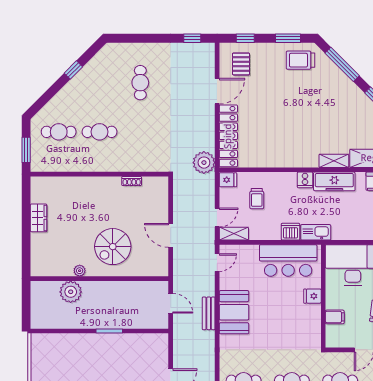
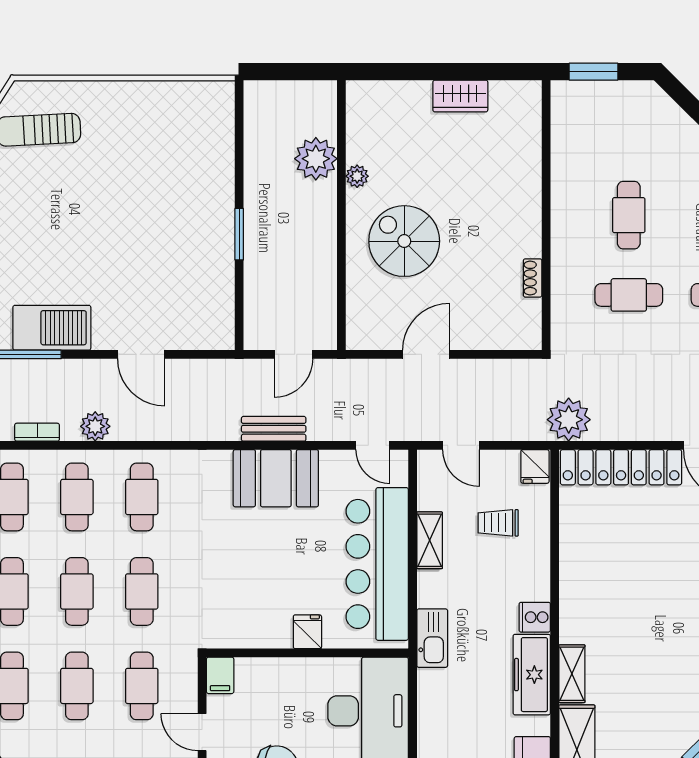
cafe table: (59, 132) -> (629, 295), moved, turned 90
dishwasher: (290, 232) -> (434, 589), removed
shelving: (234, 234) -> (430, 540), moved
bar counter: (288, 260) -> (377, 564), width x1.36
filing cabinet: (335, 317) -> (220, 675), moved

